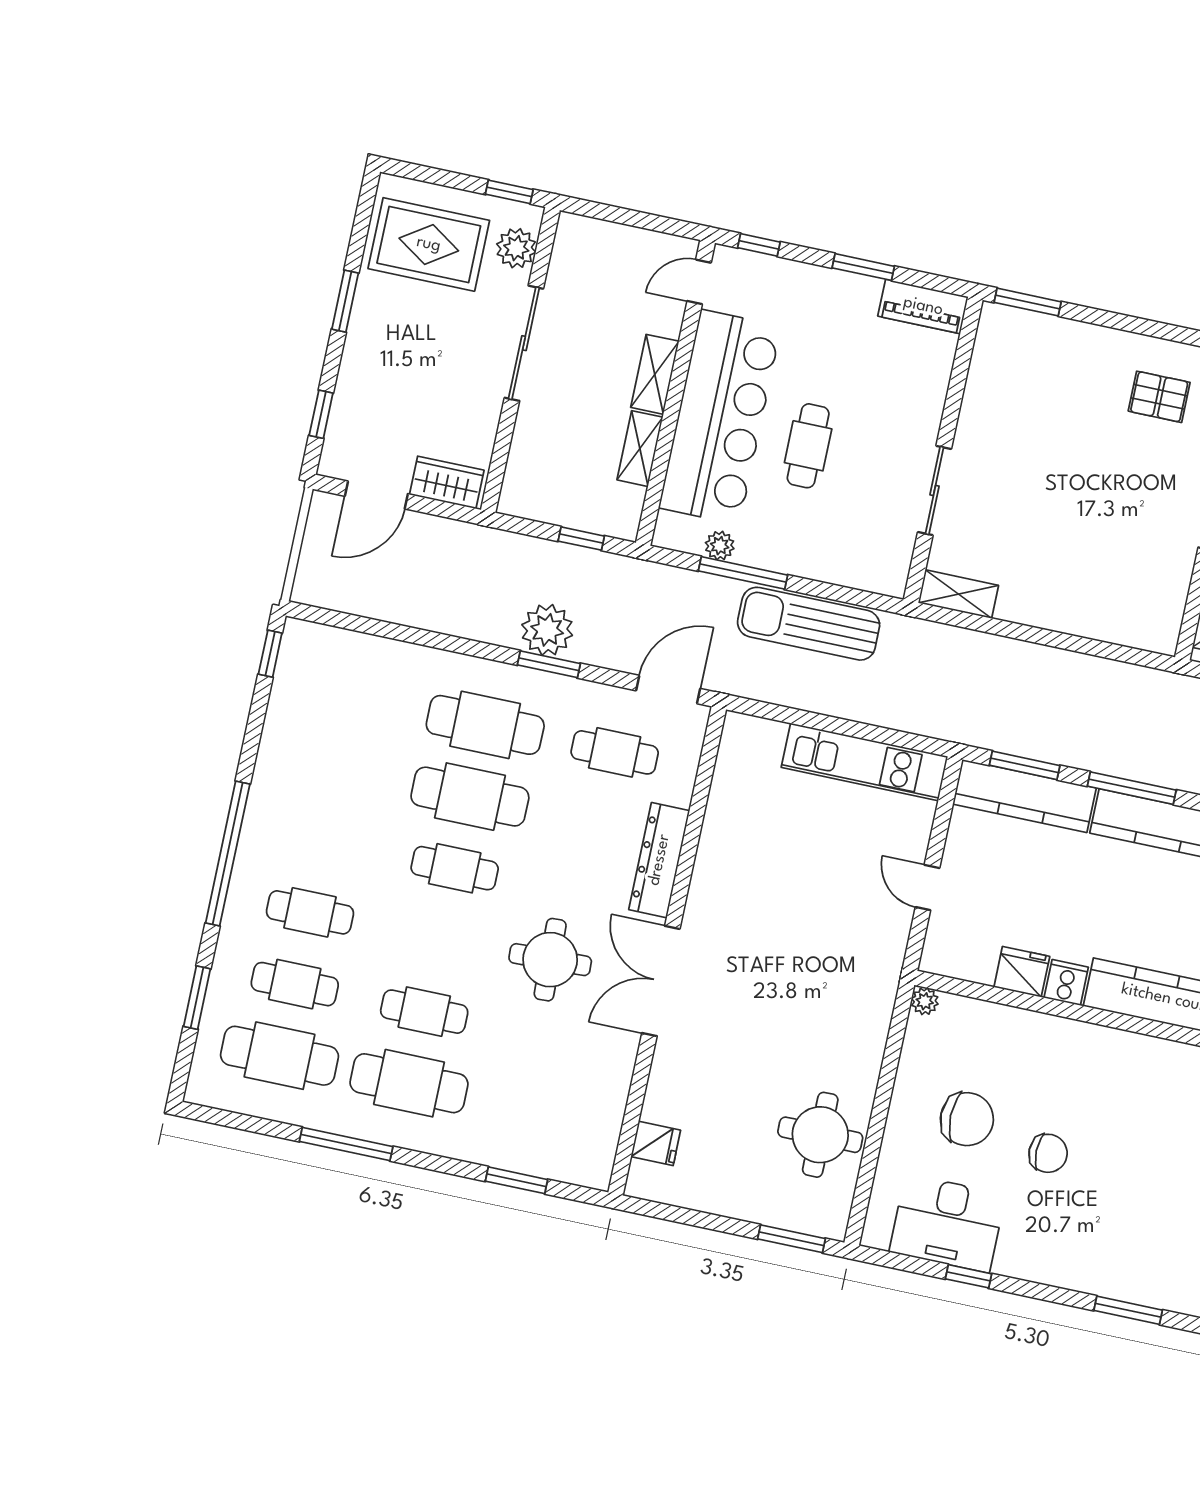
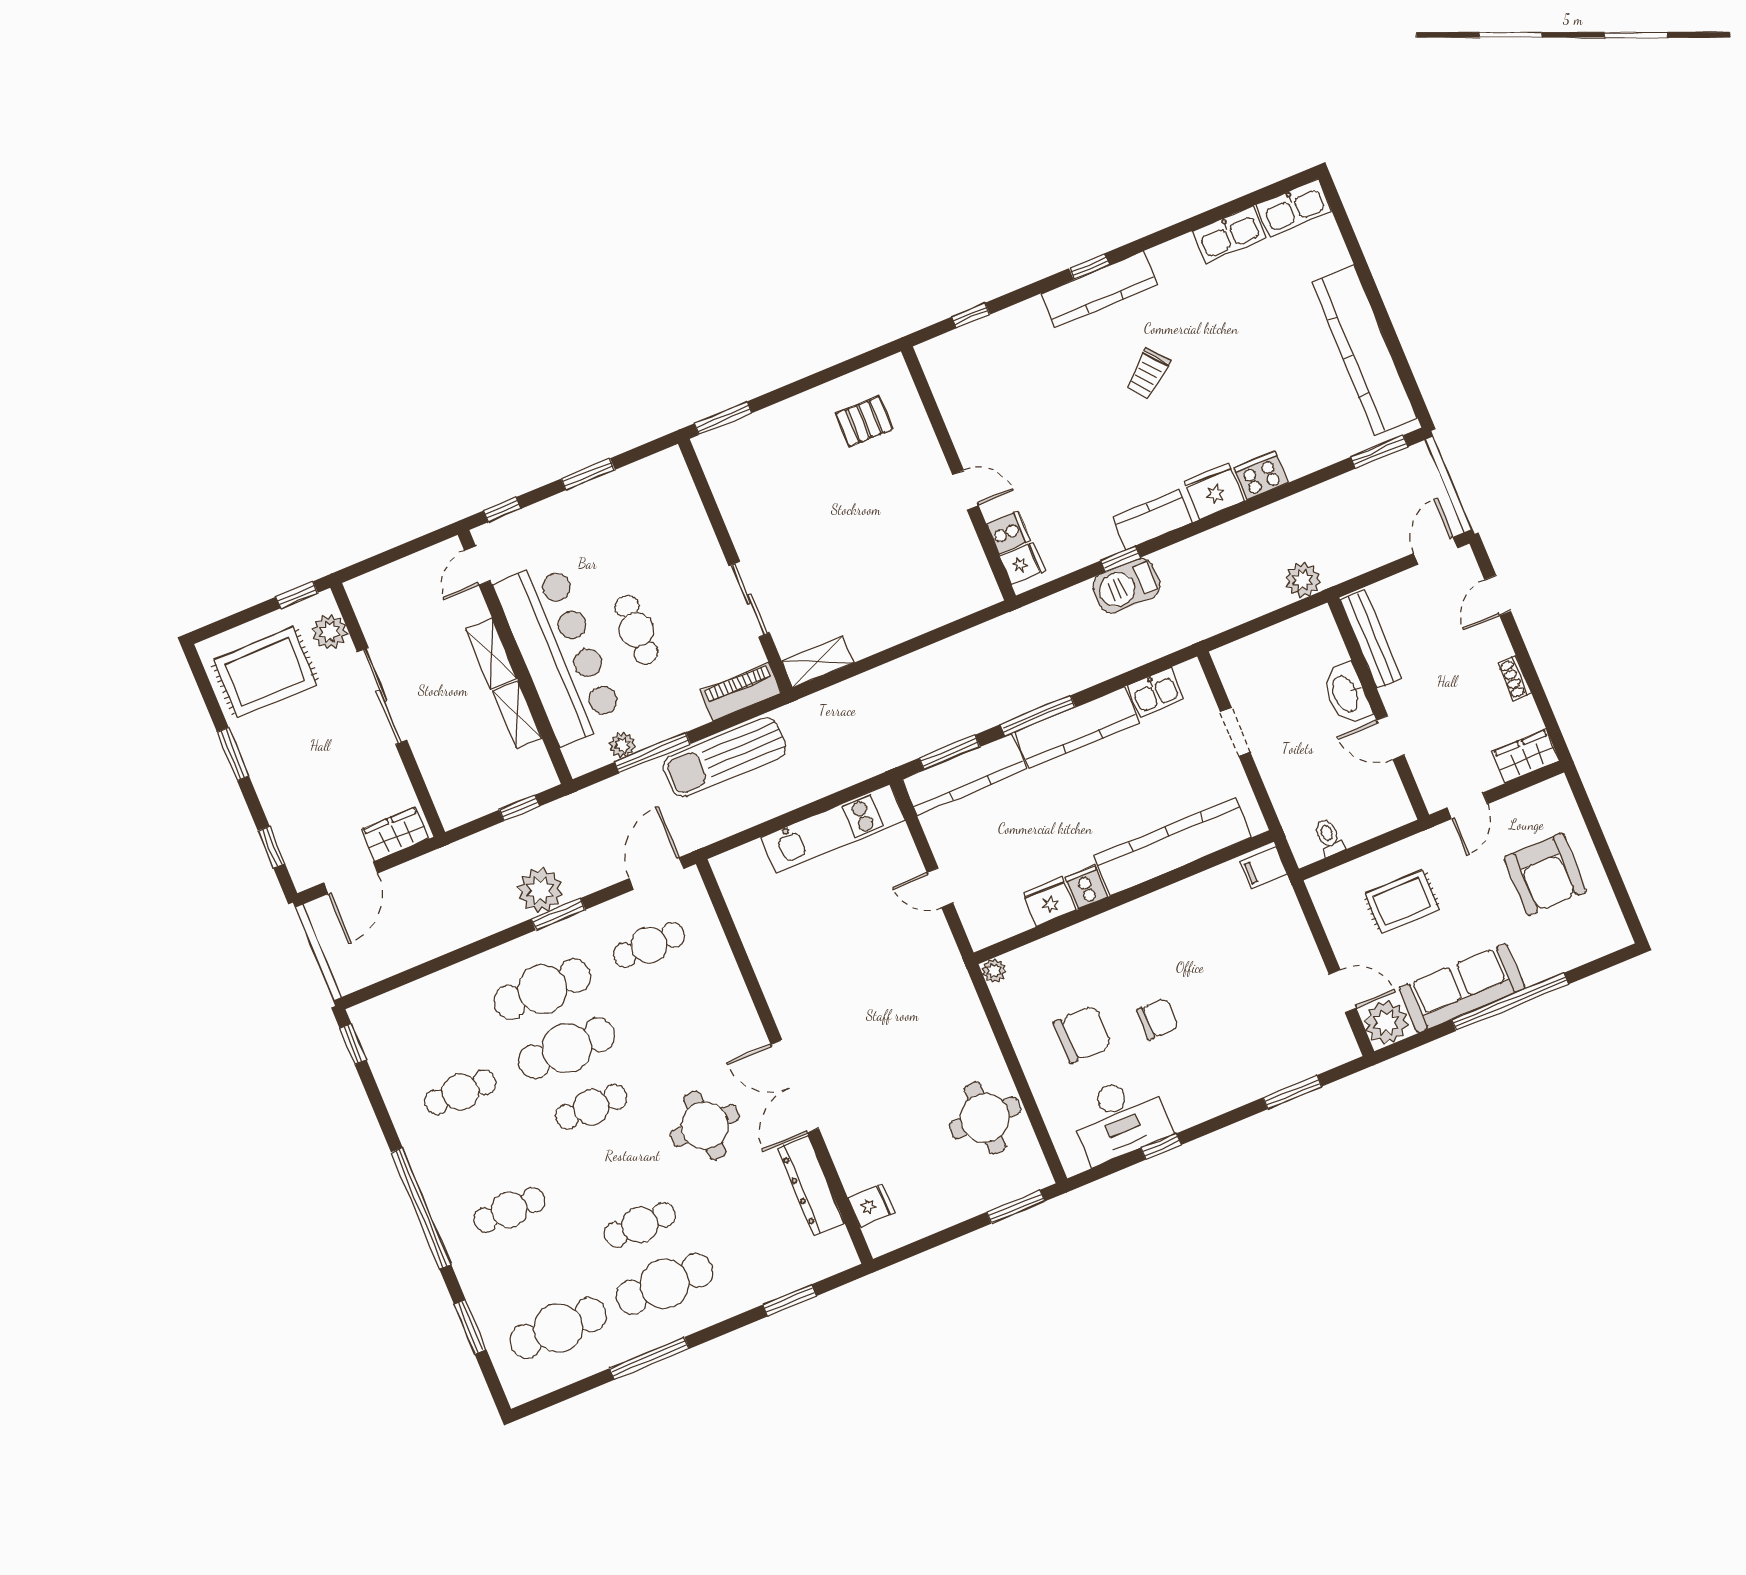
piano: (923, 306) -> (741, 692), moved, turned 180
dresser: (659, 860) -> (811, 1186), moved
cafe table: (295, 984) -> (460, 1092), moved

